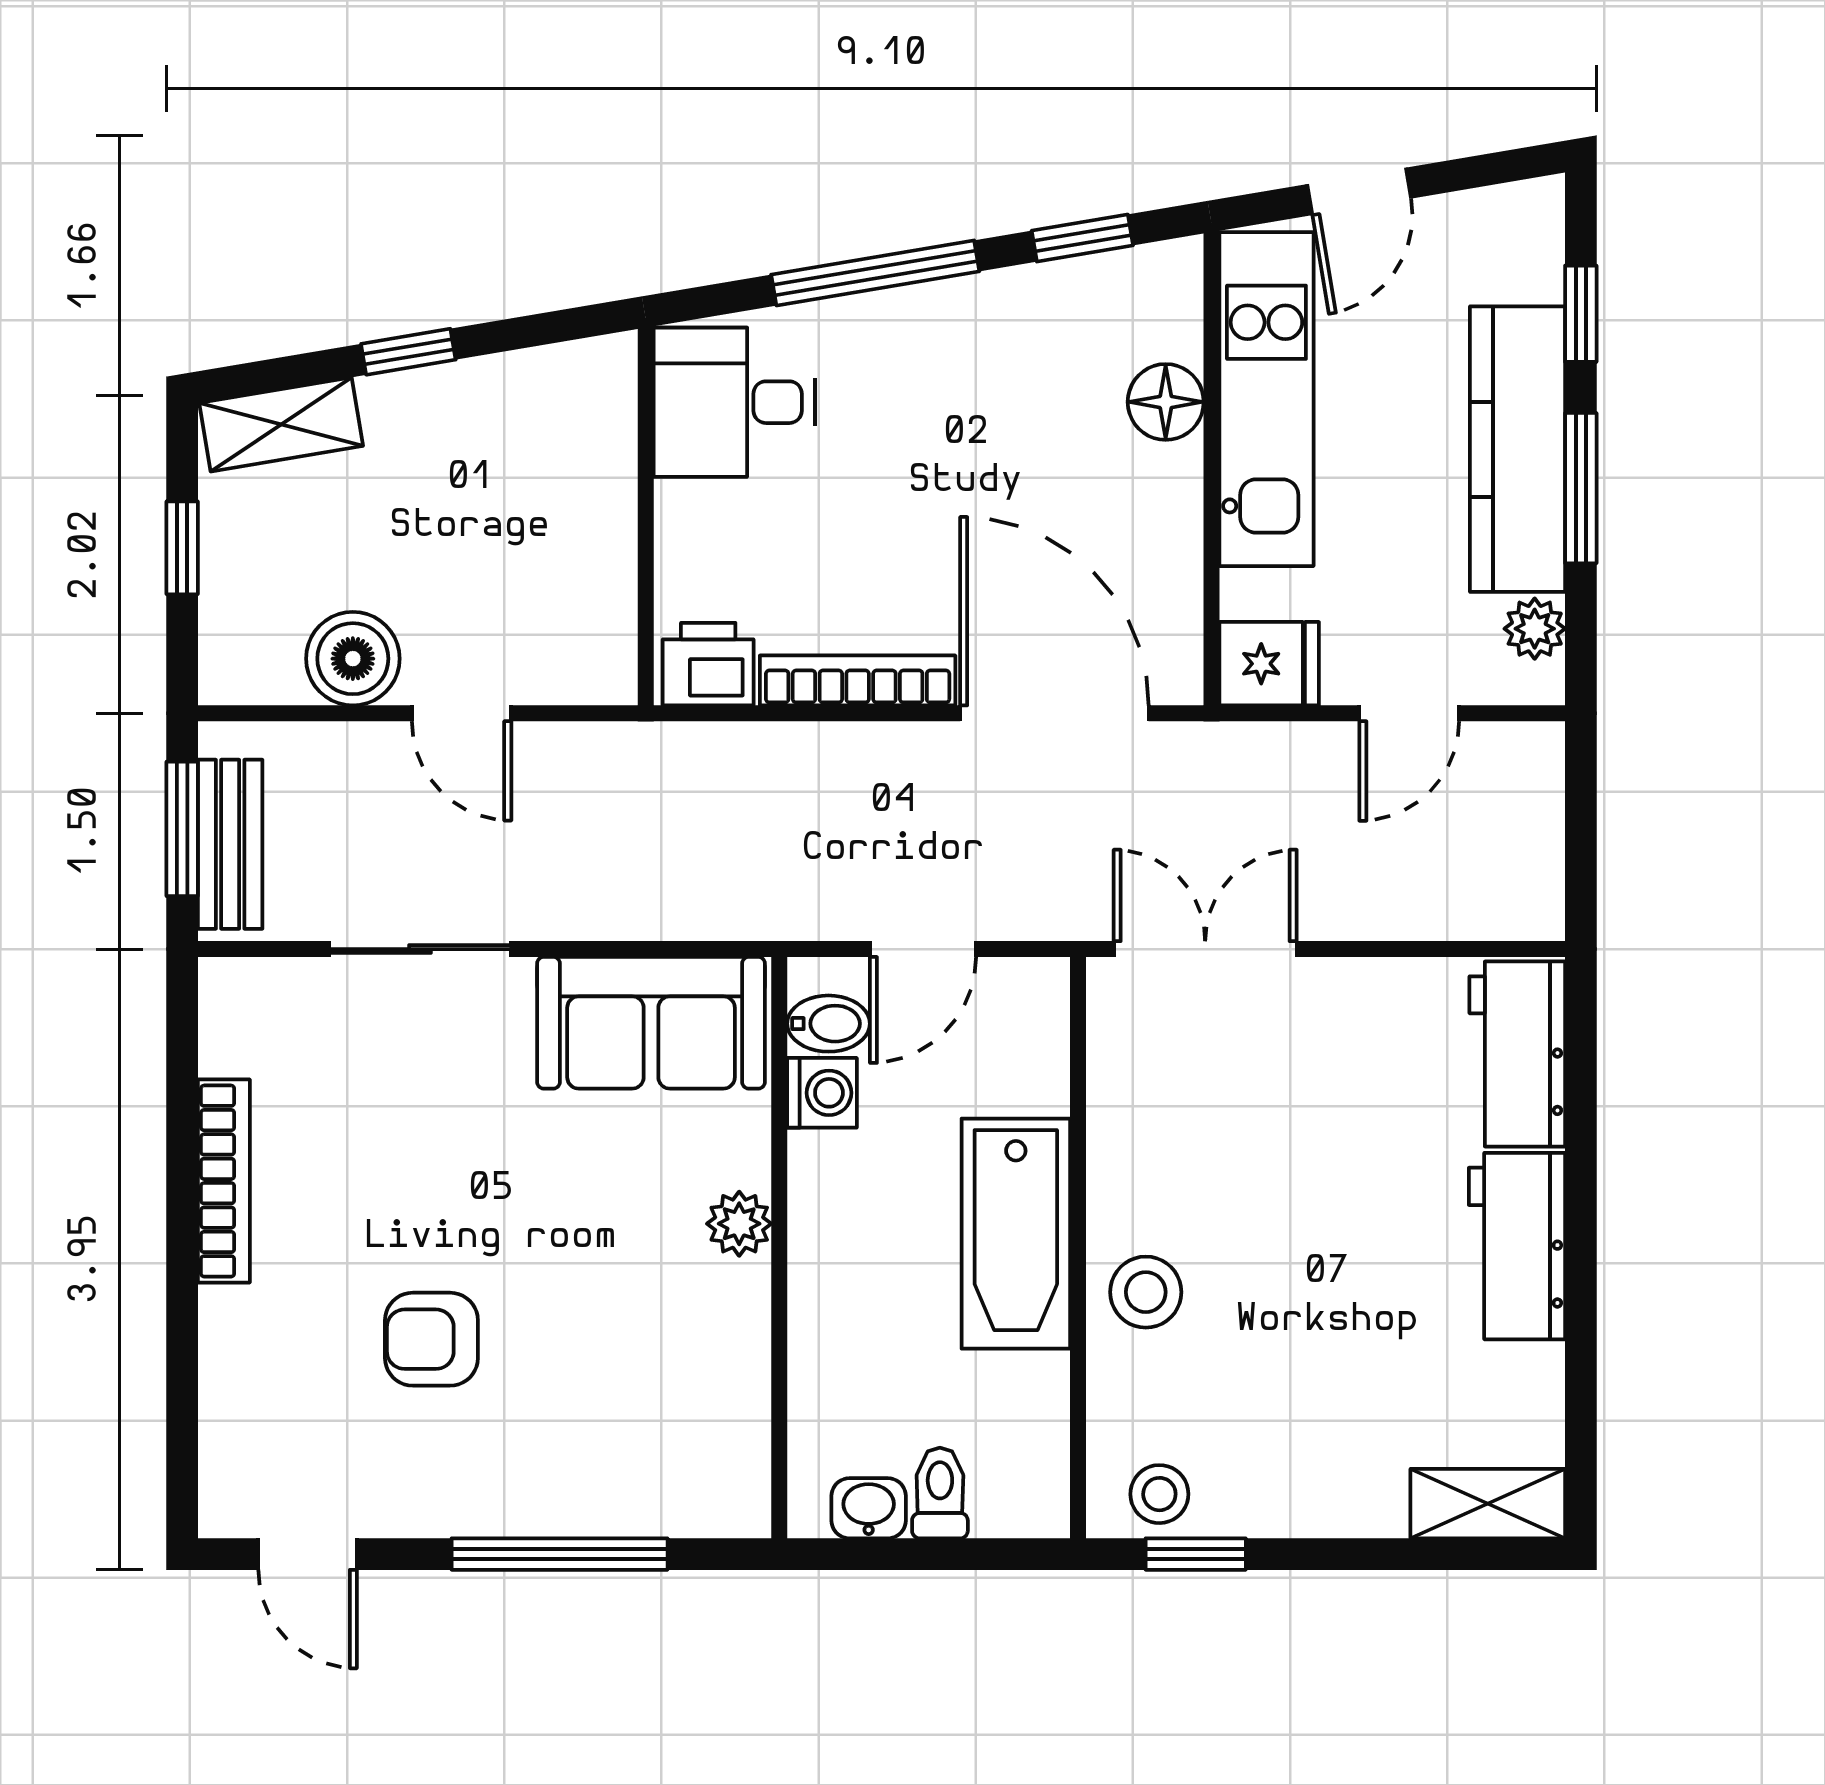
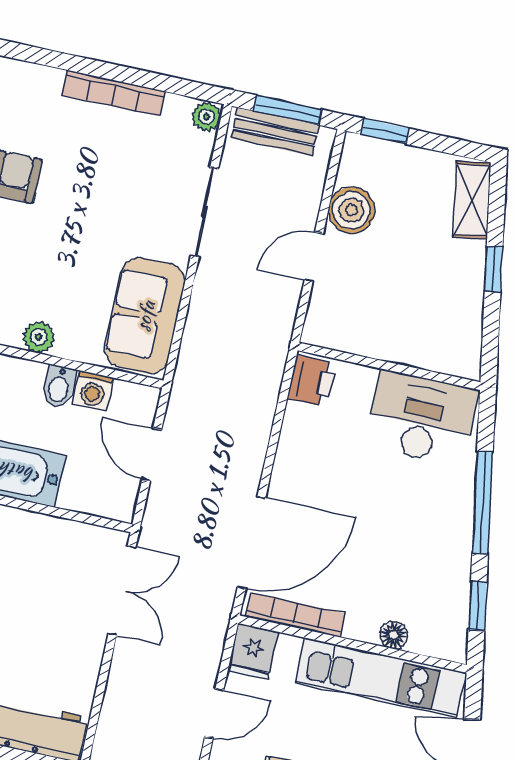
desk: (734, 402) -> (422, 418), width x1.37
floor lamp: (1166, 402) -> (394, 635), width x0.73, depth x0.73
window: (182, 548) -> (385, 131), moved
bookcase: (858, 680) -> (295, 615), moved, turned -90
door: (1409, 713) -> (214, 714), swing flipped
plant: (230, 986) -> (206, 117), added
bidet: (828, 1024) -> (59, 387), moved

